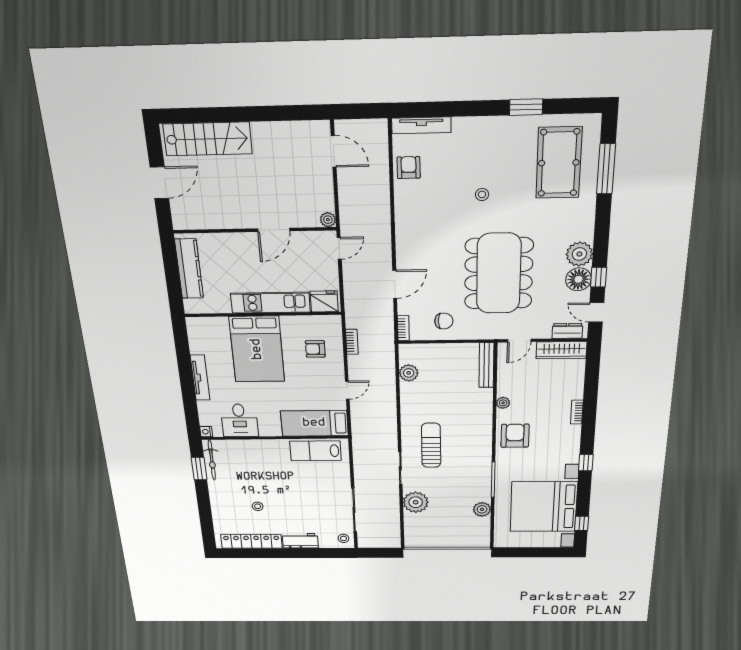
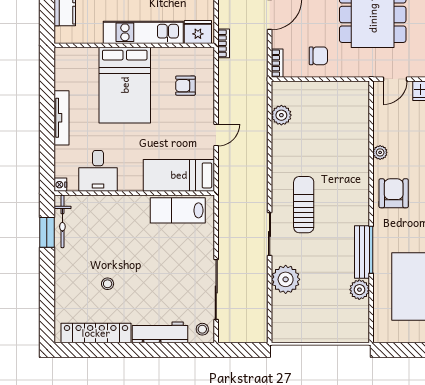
bookcase: (352, 342) -> (224, 43), moved
bench: (486, 365) -> (362, 252), moved
workbench: (300, 541) -> (160, 332), width x1.38

